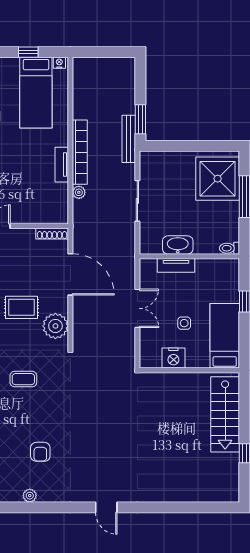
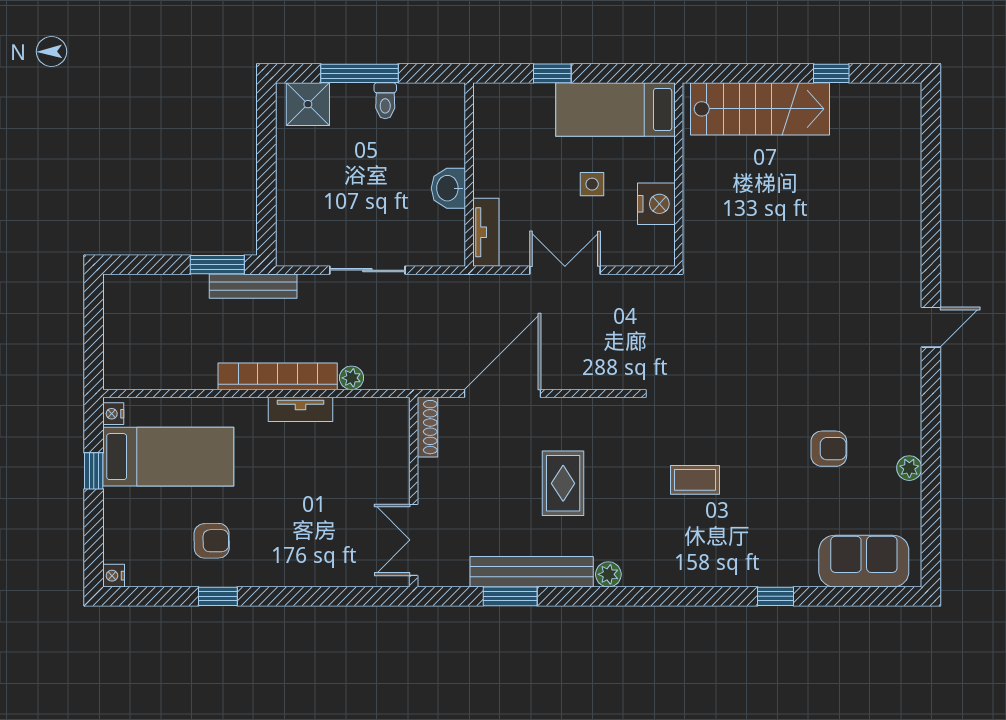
shower: (218, 179) -> (308, 104), width x0.54, depth x0.54
washbasin: (178, 245) -> (448, 188), width x0.72
toilet: (229, 248) -> (385, 101), moved
tv unit: (176, 265) -> (486, 232), moved
plant: (55, 326) -> (597, 421), removed
coffee table: (23, 379) -> (695, 480), turned 90

